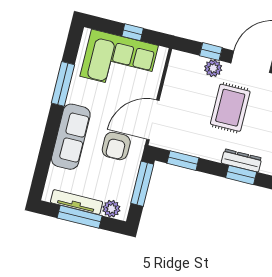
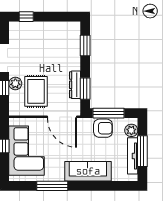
rug: (230, 108) -> (36, 91), moved, turned 90
armchair: (116, 146) -> (103, 128), moved
dresser: (241, 161) -> (75, 85), moved

